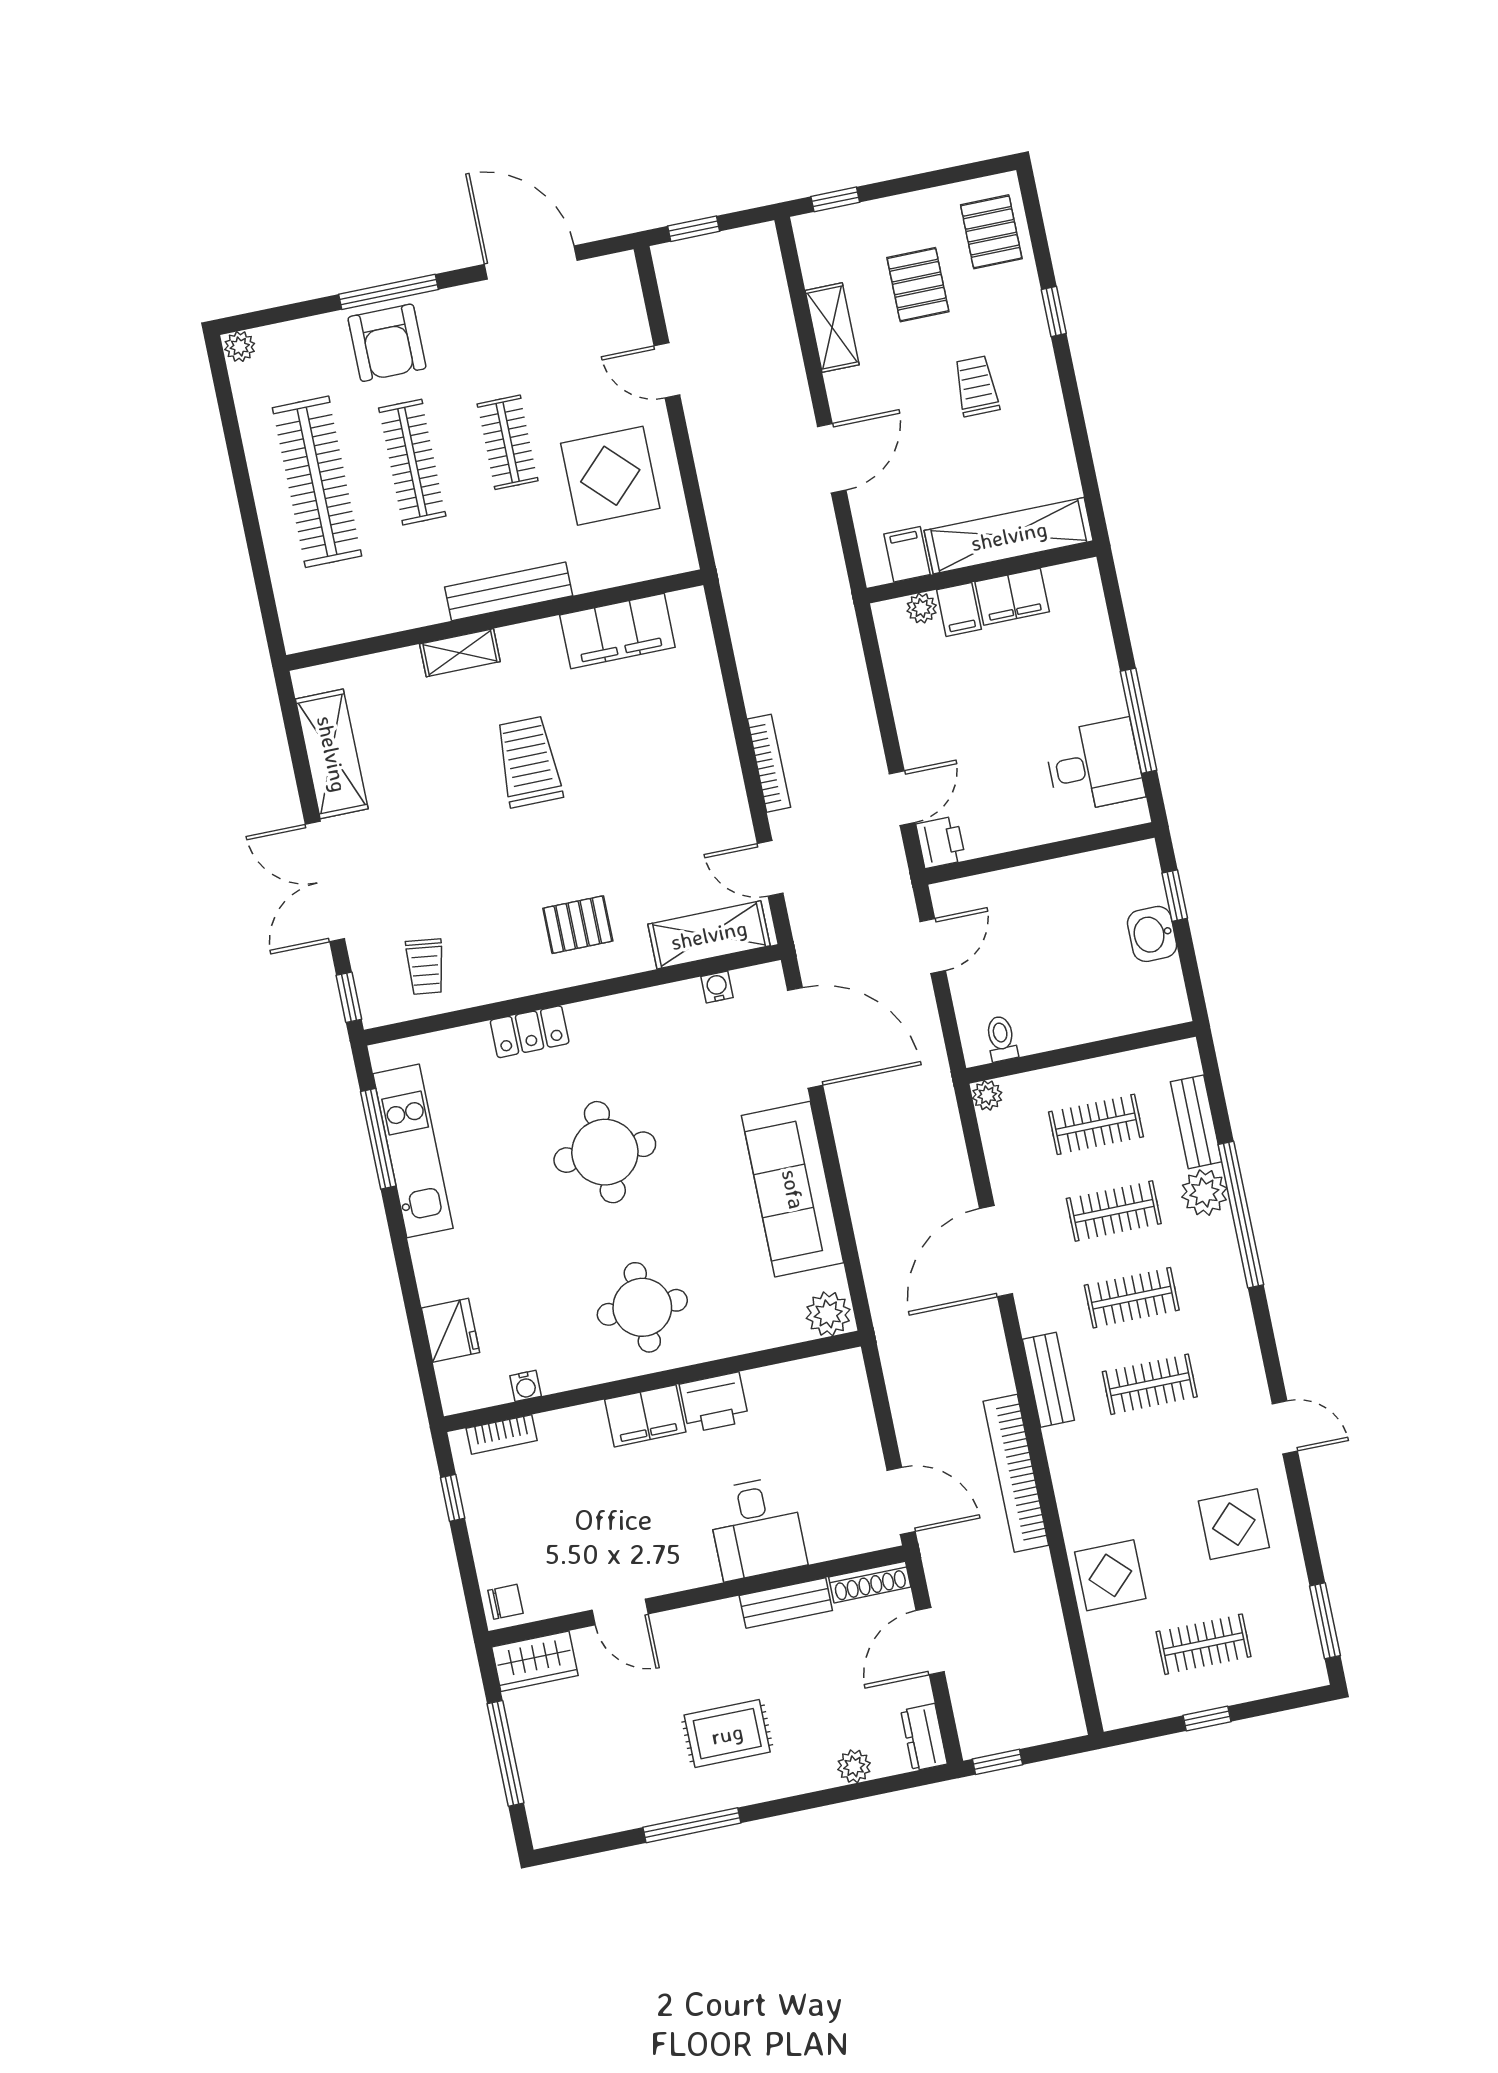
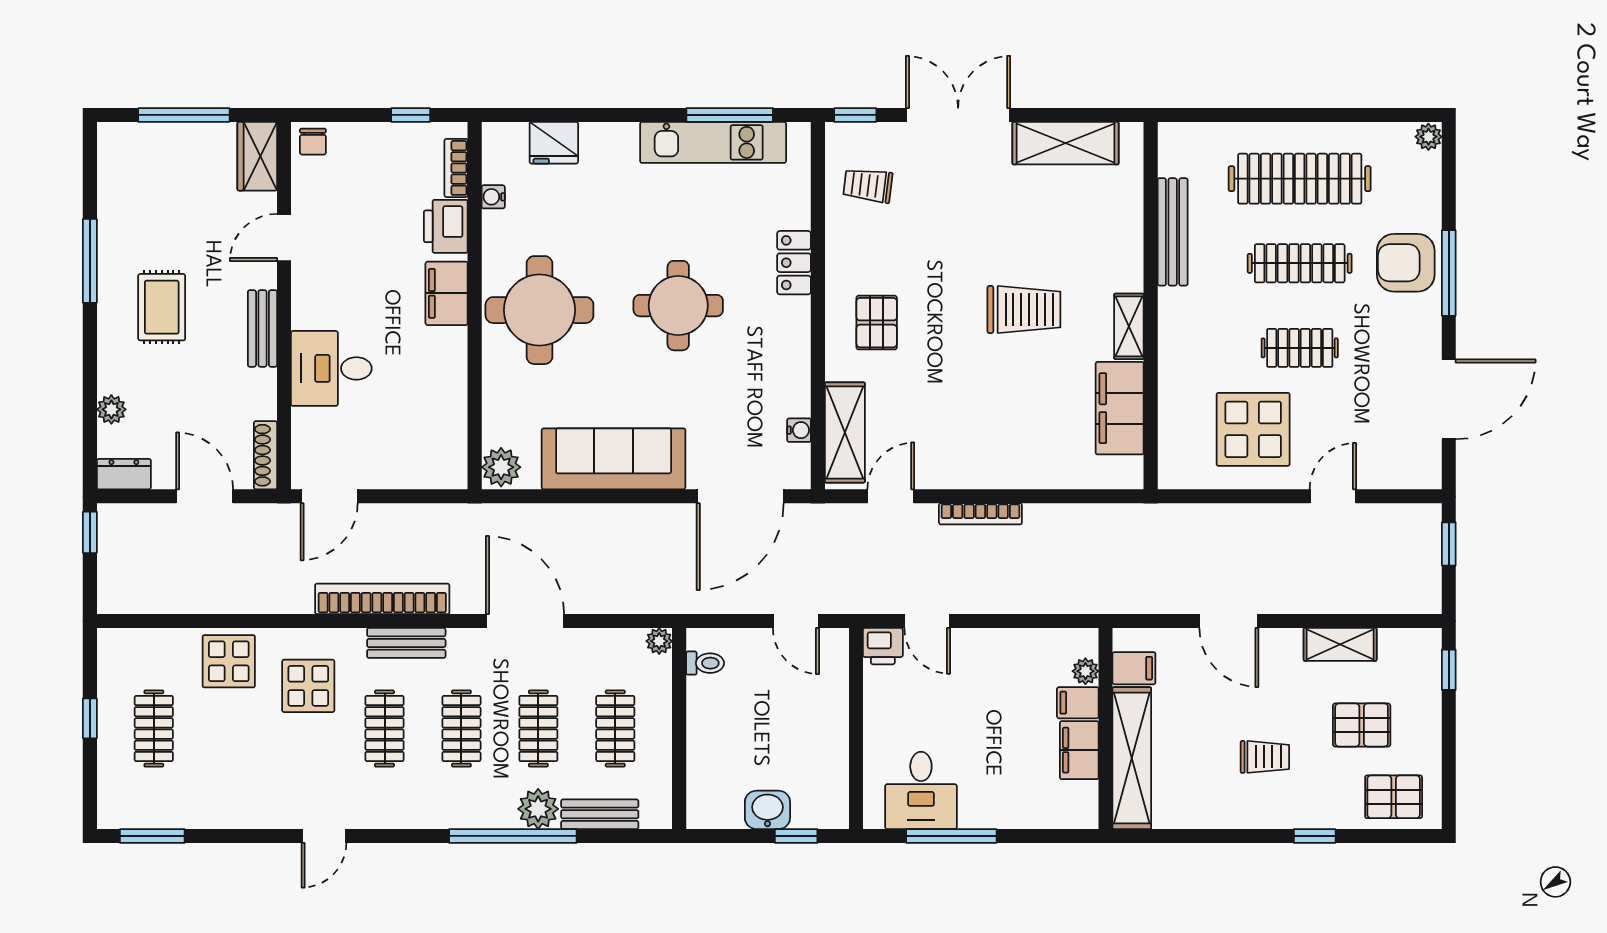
bench: (509, 591) -> (1173, 232), moved
shelving: (460, 653) -> (1129, 326), moved
round table: (642, 1307) -> (539, 310), width x1.36, depth x1.36
printer: (714, 1403) -> (446, 226), moved
bookcase: (1016, 1473) -> (382, 599), moved
display table: (1234, 1524) -> (308, 686), moved
bench: (786, 1603) -> (262, 328), moved

